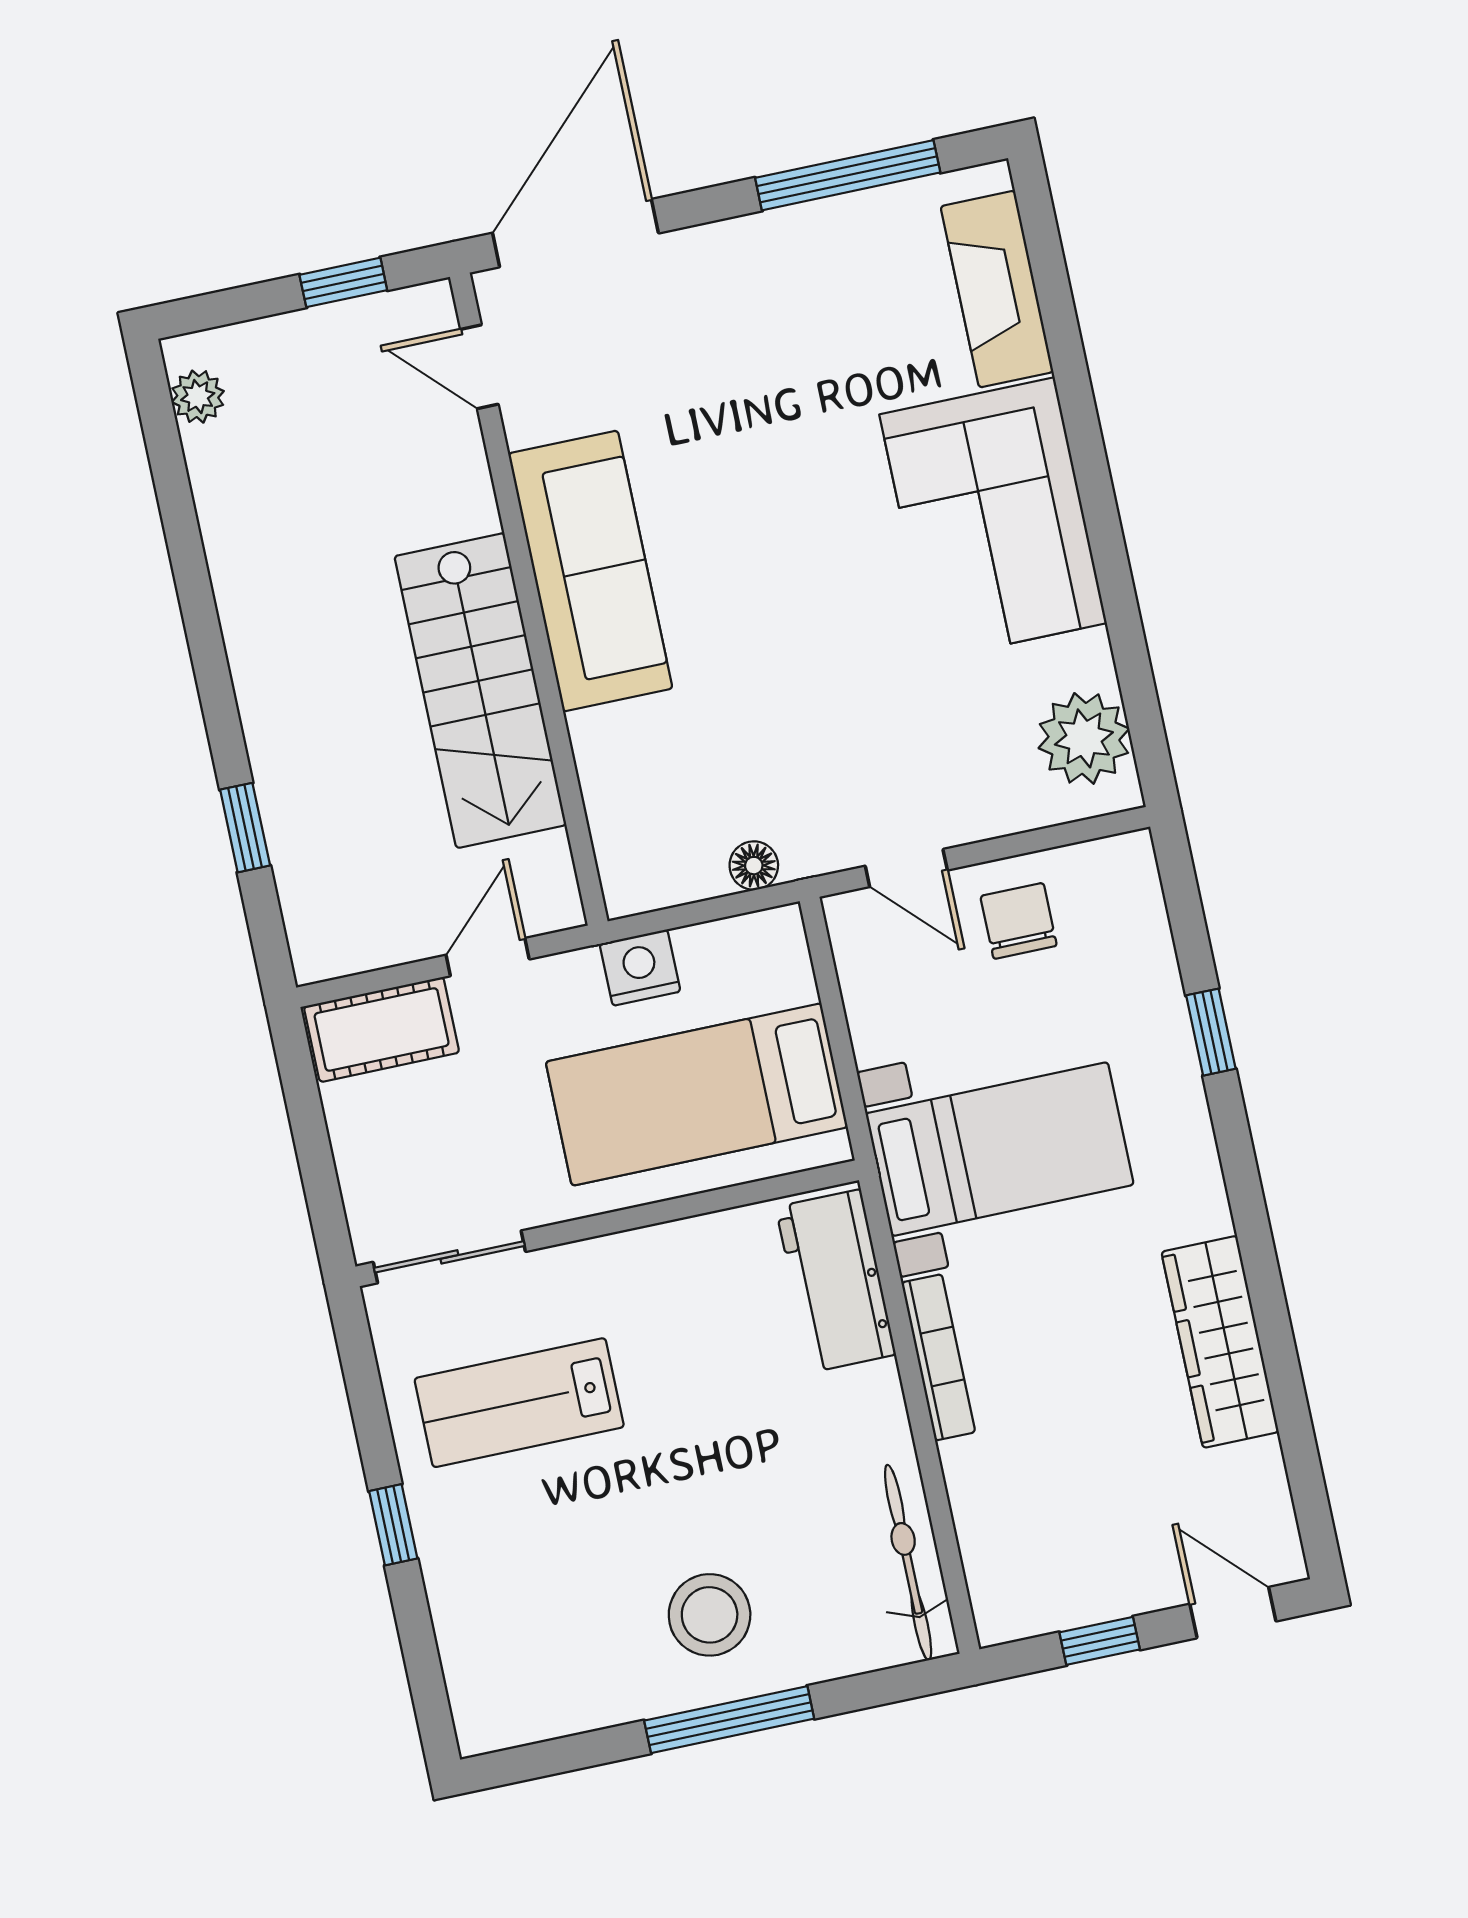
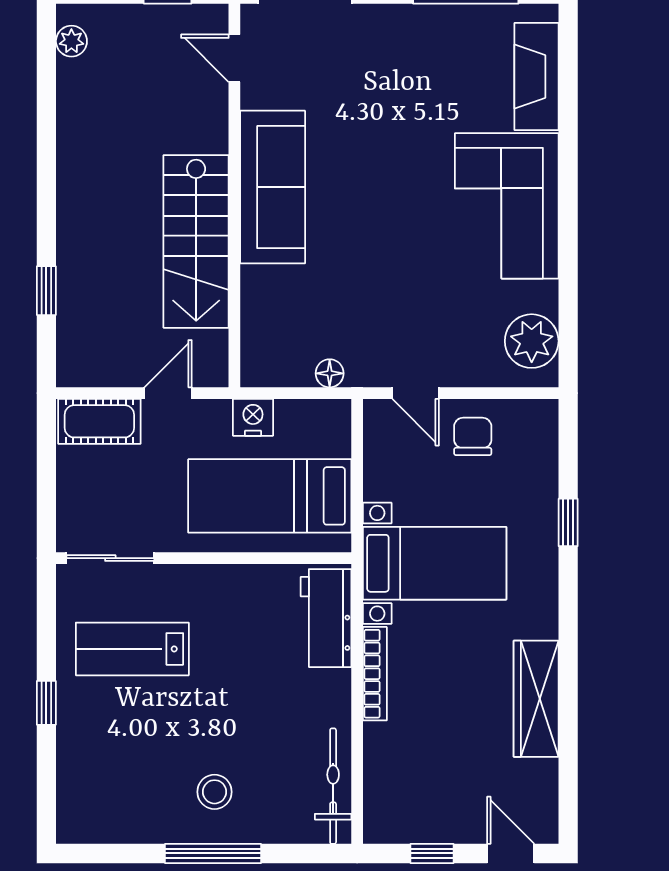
stool: (710, 1615) -> (215, 792), width x0.73, depth x0.73

